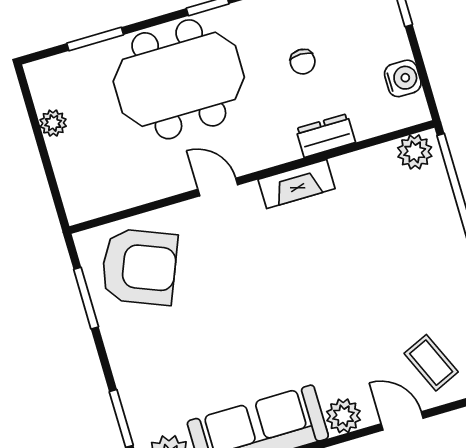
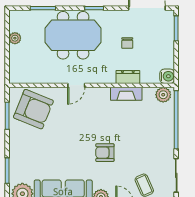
water cooler: (403, 78) -> (167, 76), moved
fireplace: (297, 184) -> (126, 94), moved
door: (218, 187) -> (76, 85), swing flipped
armchair: (324, 316) -> (105, 153), added

